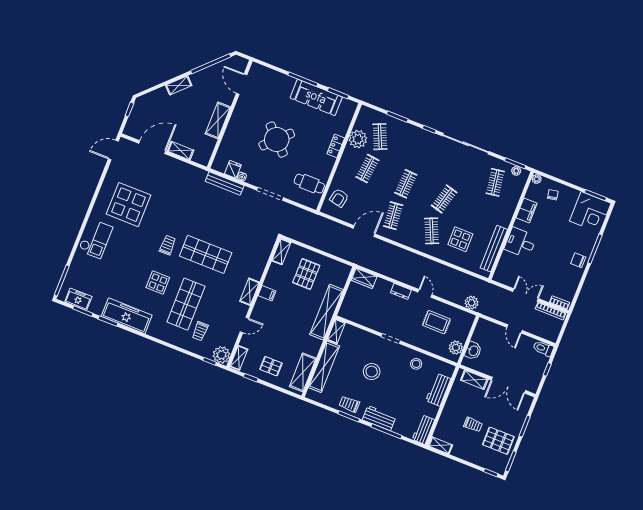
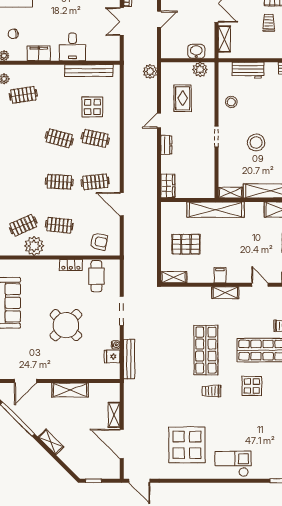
locker: (336, 146) -> (71, 265), moved
clothes rail: (432, 231) -> (95, 138), turned 36

